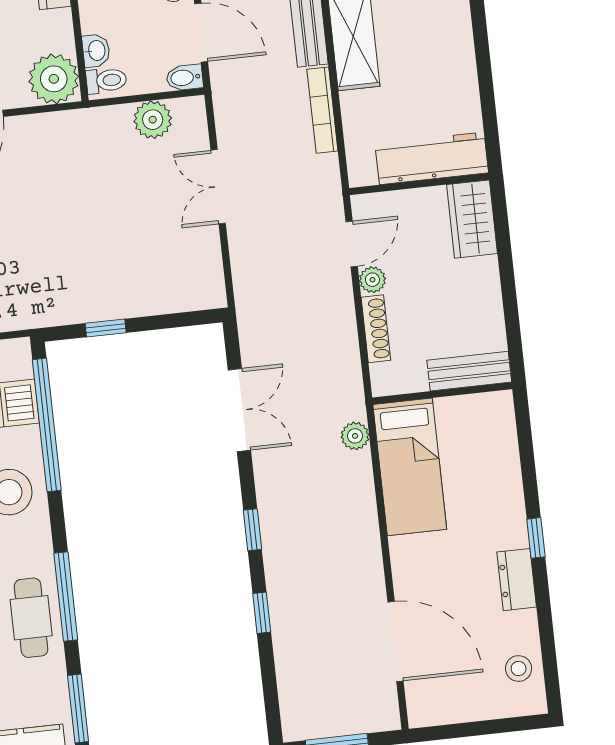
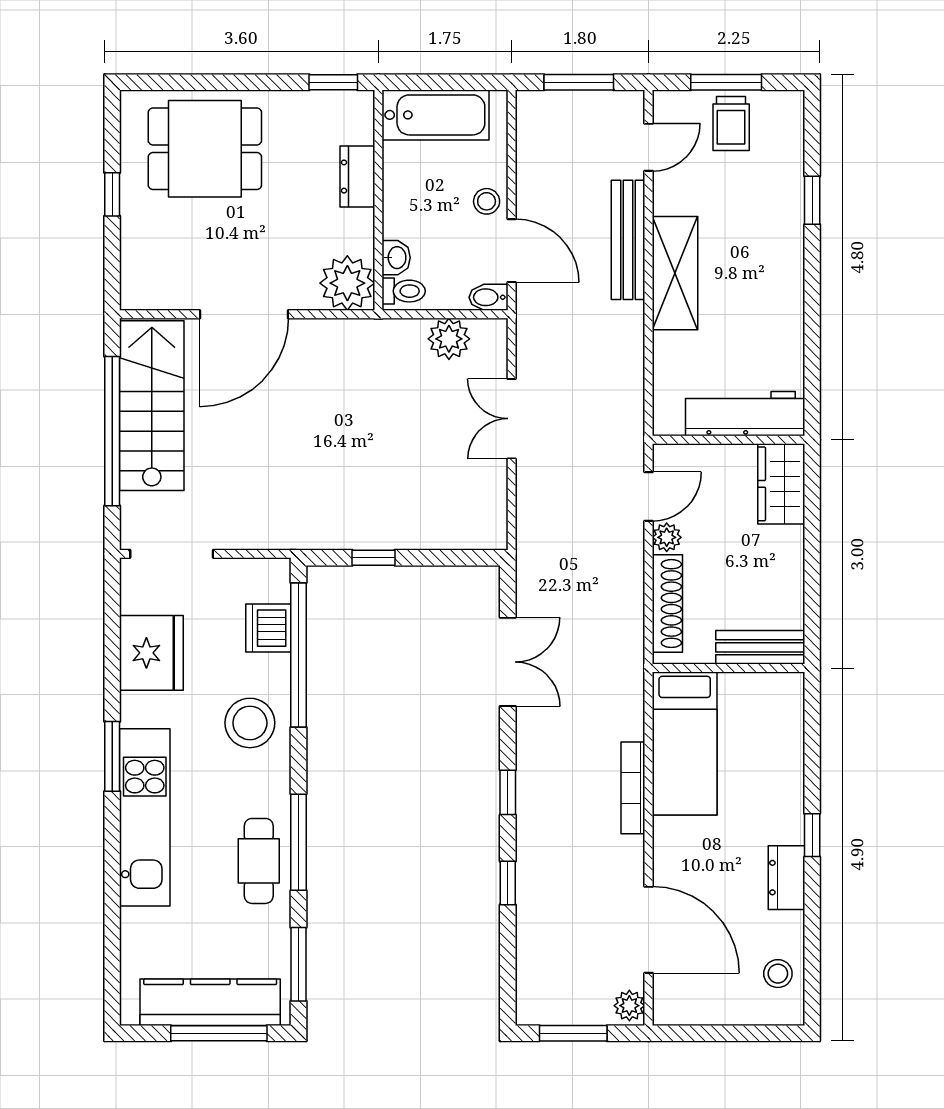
bookcase: (322, 110) -> (633, 788), moved
shoe rack: (376, 329) -> (667, 604), width x1.36, depth x1.24
plant: (355, 436) -> (629, 1006), moved

